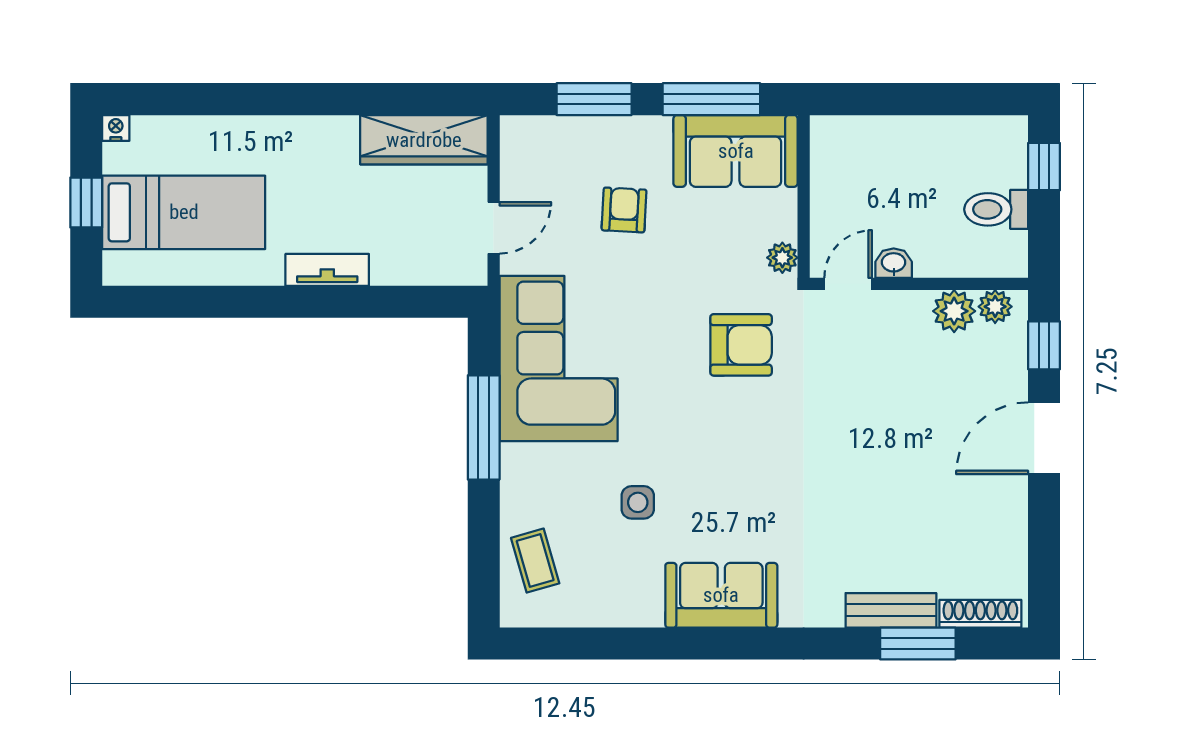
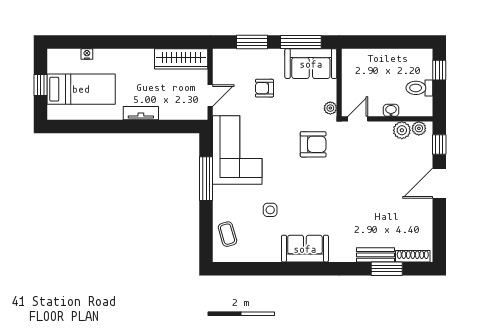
nightstand: (116, 128) -> (87, 54), moved
armchair: (624, 210) -> (264, 88), turned -93
washbasin: (894, 263) -> (391, 110), moved

